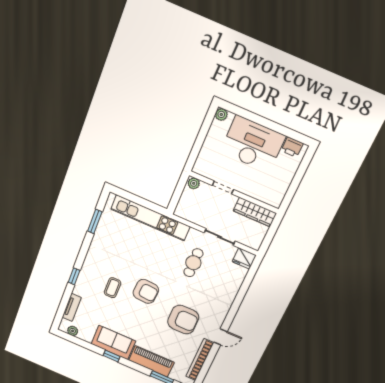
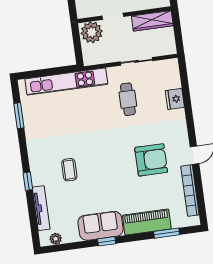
plant: (194, 183) -> (92, 32), width x1.88, depth x1.88
fridge: (244, 258) -> (175, 99), moved, turned 90
armchair: (146, 291) -> (102, 154), removed
tv unit: (72, 307) -> (41, 208), width x1.41

